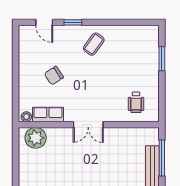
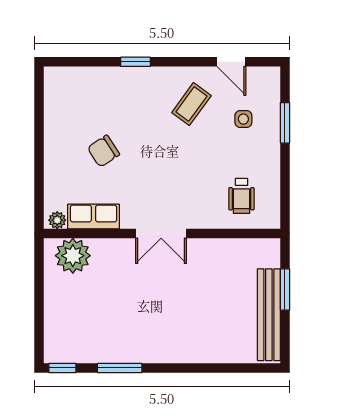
door: (44, 22) -> (231, 62), moved
coffee table: (94, 44) -> (191, 104), moved
side table: (137, 56) -> (243, 119), added
window: (162, 158) -> (285, 290), width x0.69

